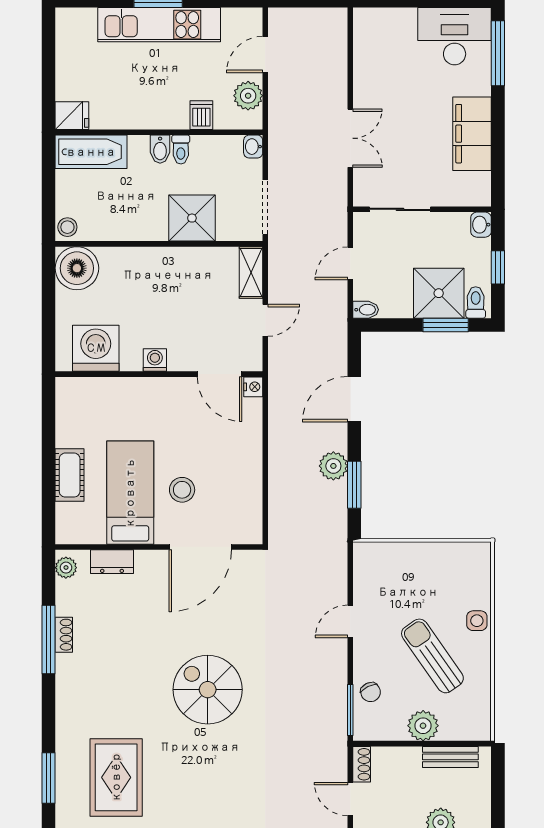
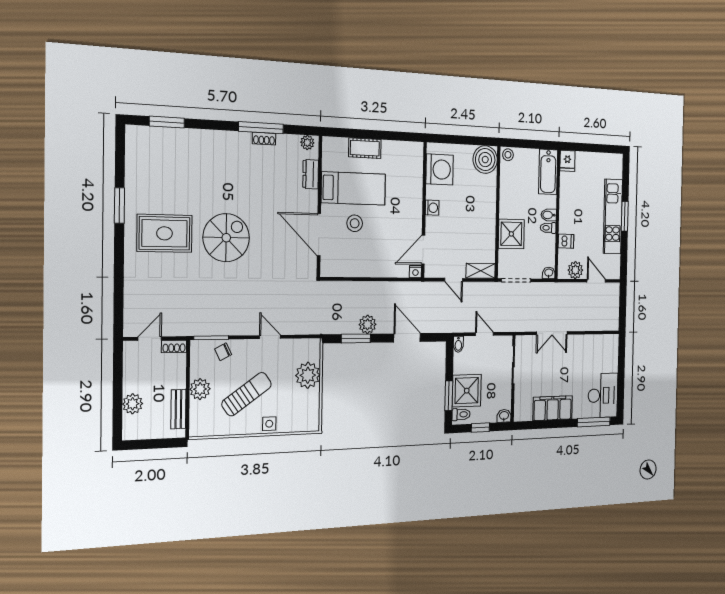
plant: (408, 561) -> (308, 375), added
rug: (116, 777) -> (165, 233), moved

